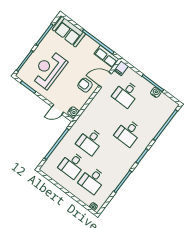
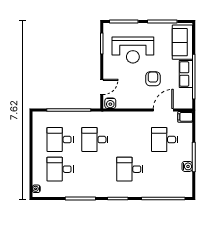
row of seats: (107, 57) -> (186, 74), moved
reception desk: (49, 69) -> (133, 50), turned 180
door: (105, 80) -> (163, 110), hinge flipped
armchair: (85, 85) -> (153, 79), moved
door: (58, 110) -> (102, 87), swing flipped

